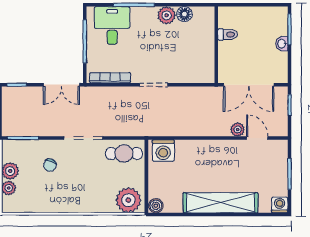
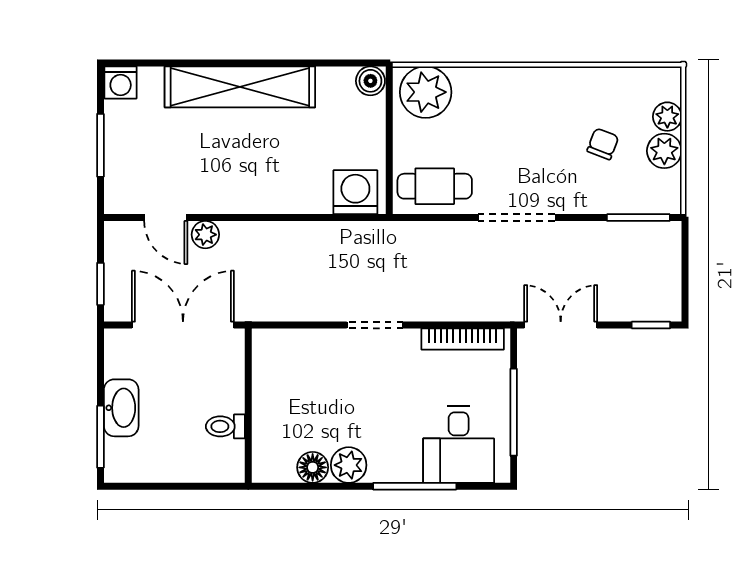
washbasin: (282, 44) -> (121, 408), width x1.91, depth x1.45
chair: (50, 165) -> (603, 144), moved

